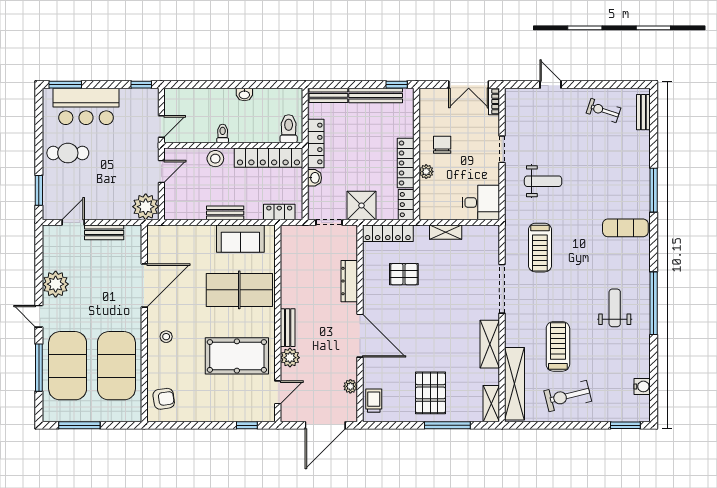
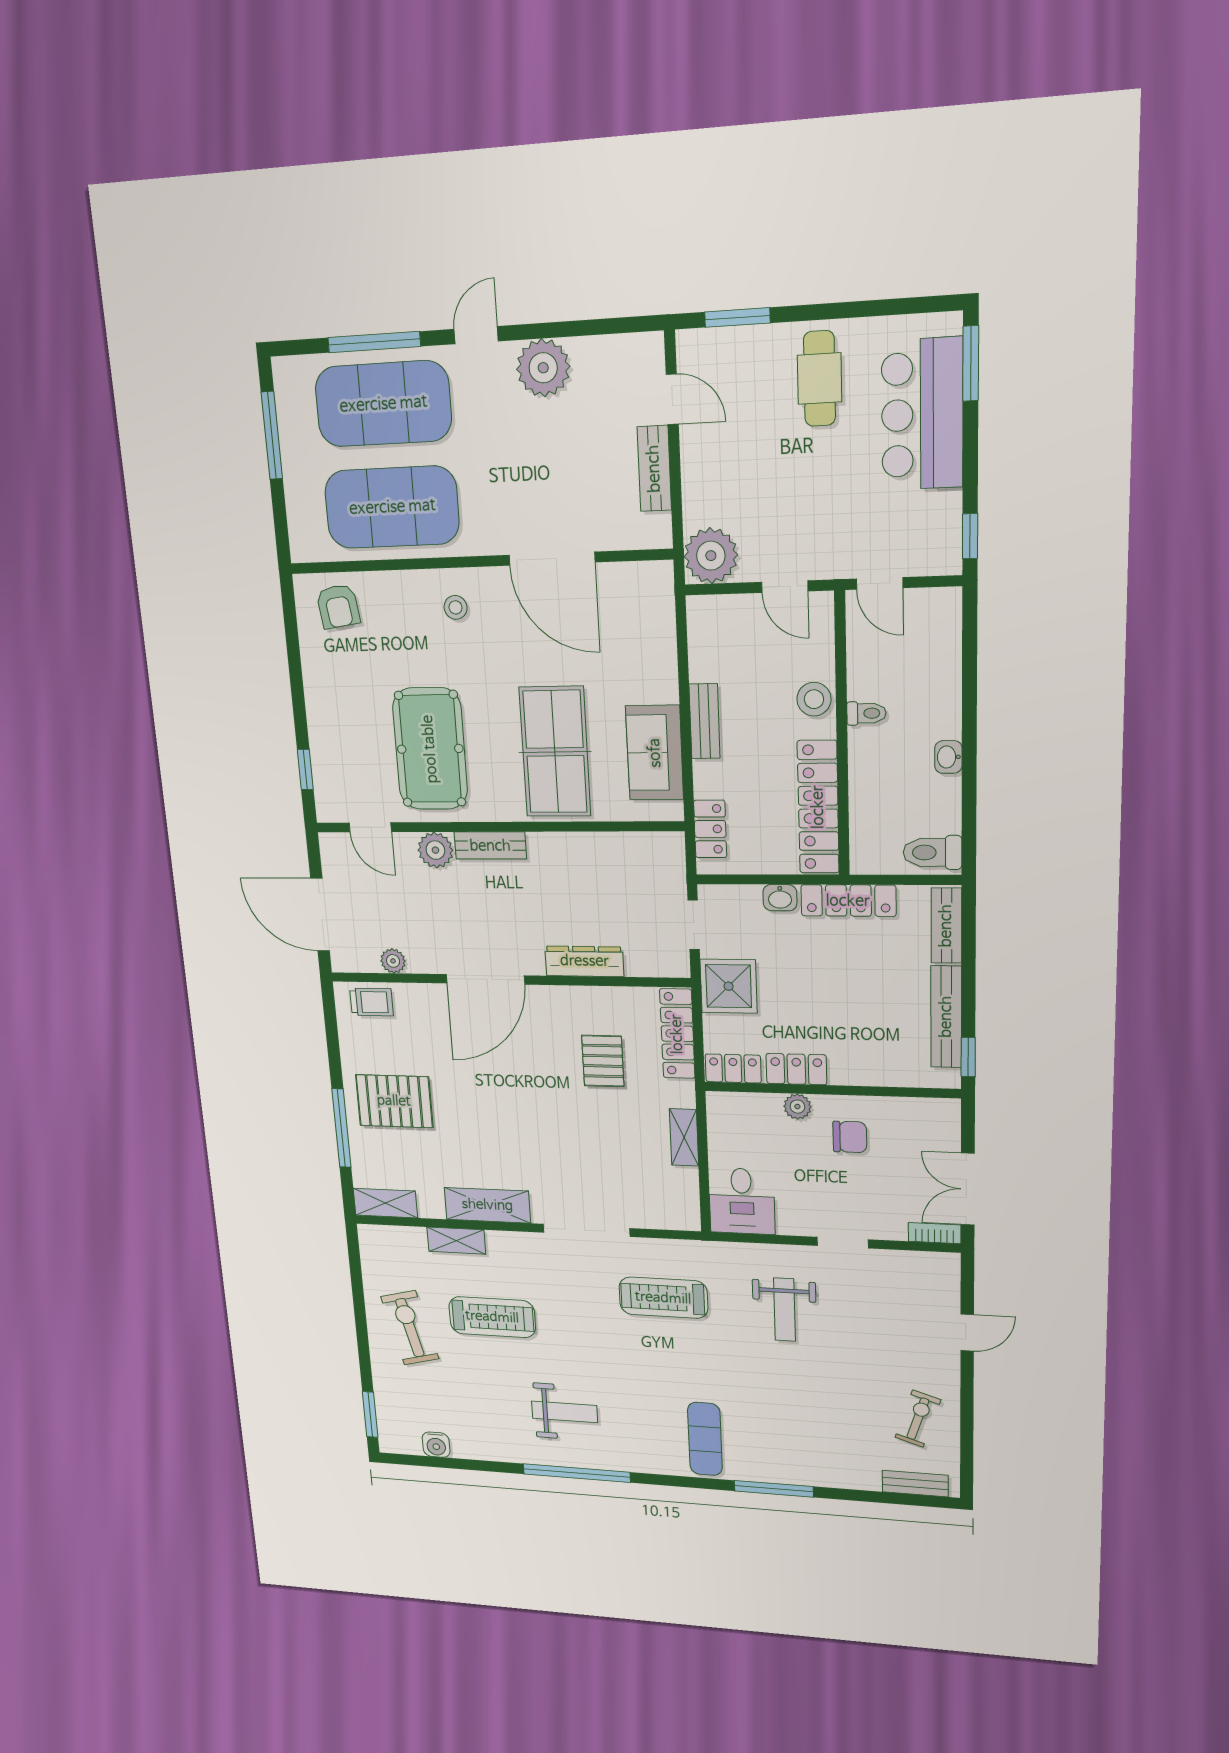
toilet: (289, 129) -> (932, 852), moved, turned 180
locker: (406, 163) -> (796, 1069), width x0.66
shelving: (515, 384) -> (456, 1241), width x0.45, depth x0.75

